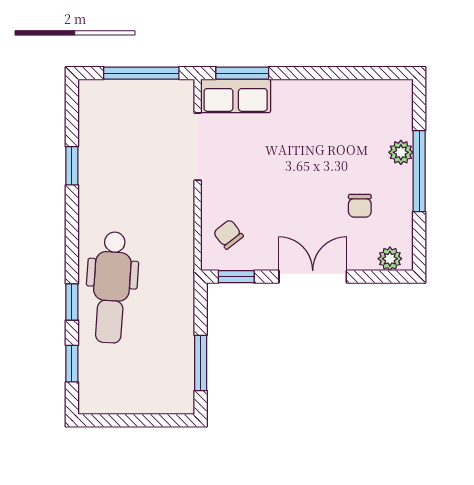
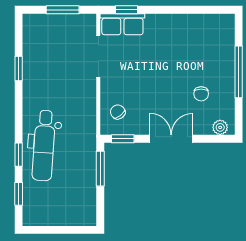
window: (141, 73) -> (63, 10), width x0.69
window: (242, 73) -> (127, 10), width x0.67
plant: (401, 152) -> (227, 60), removed
window: (201, 363) -> (100, 169), moved

